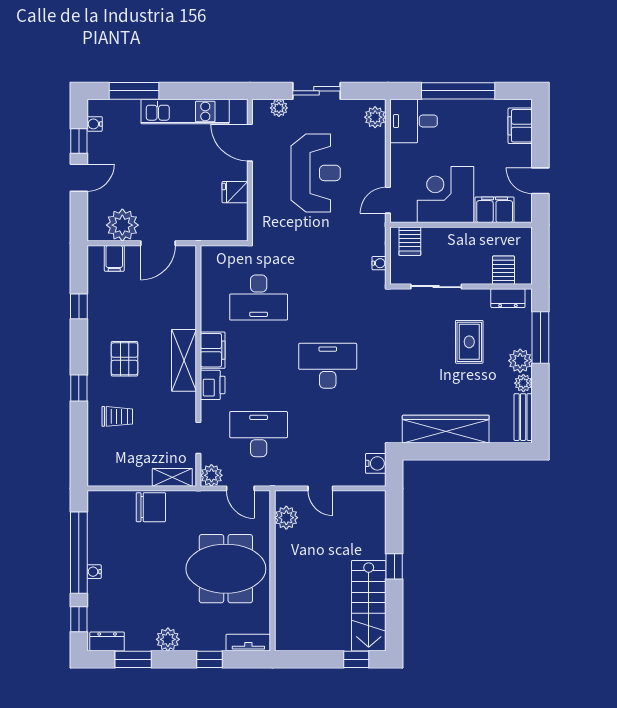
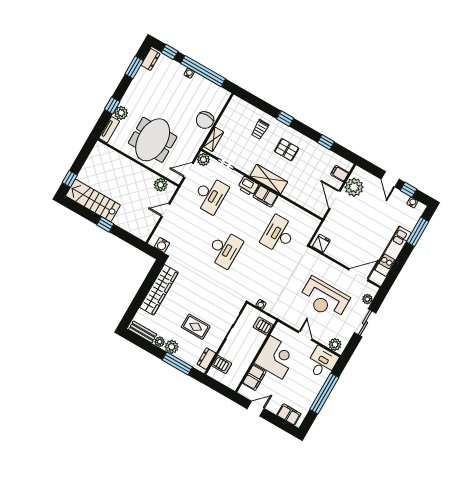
fridge: (235, 192) -> (321, 243), moved
door: (388, 200) -> (305, 336), moved
plant: (168, 639) -> (121, 113), moved

